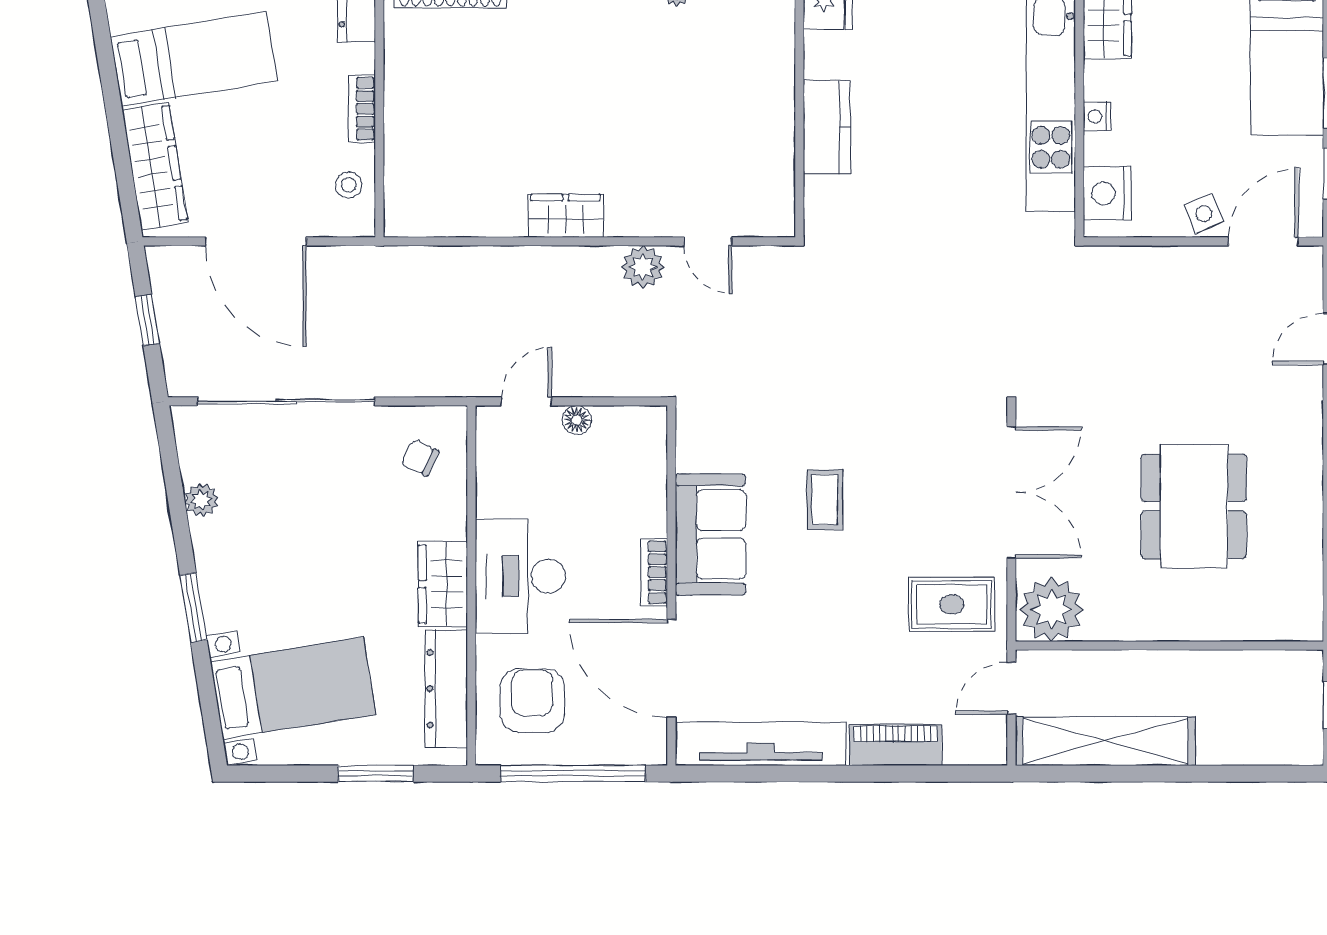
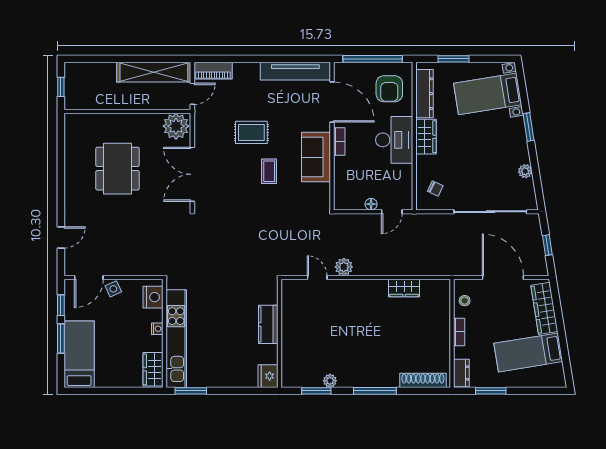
wardrobe: (566, 216) -> (404, 288), moved
rug: (952, 604) -> (251, 132), moved
piano: (895, 745) -> (213, 71), moved

